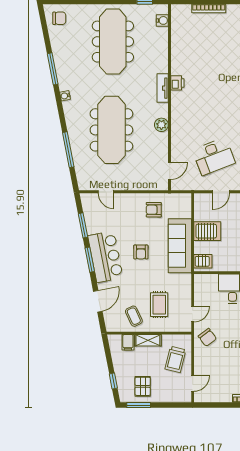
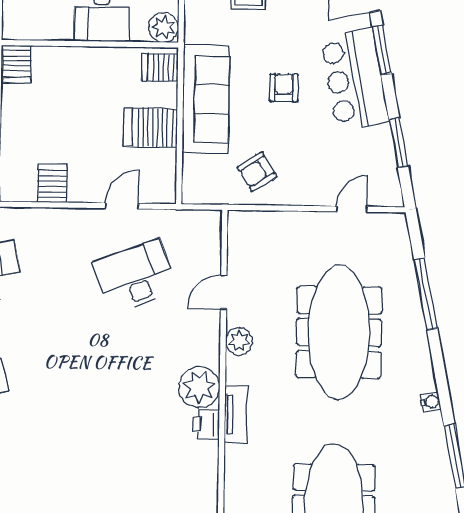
plant: (181, 102) -> (199, 387), added
door: (170, 171) -> (224, 292), moved
door: (106, 192) -> (352, 209), hinge flipped
armchair: (154, 210) -> (257, 172), turned 148
window: (90, 260) -> (382, 50), moved
plant: (201, 281) -> (164, 27), added

